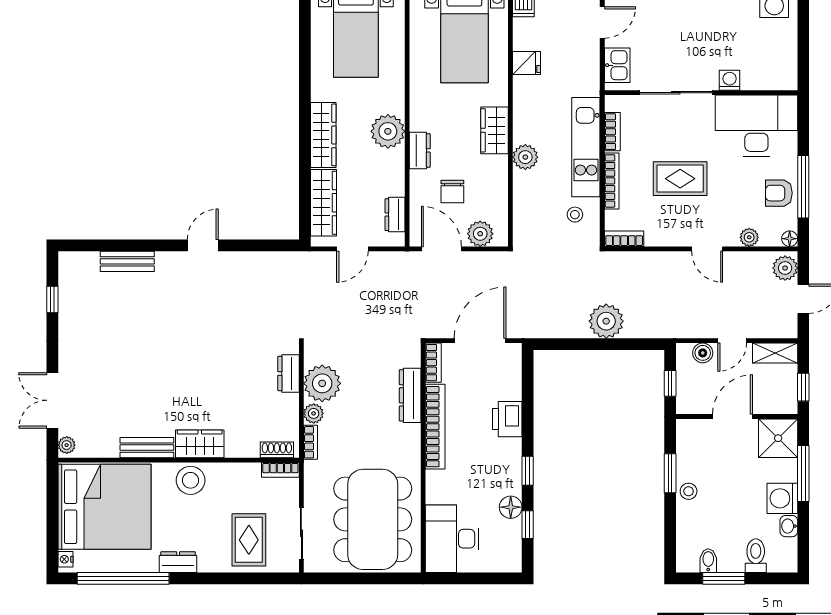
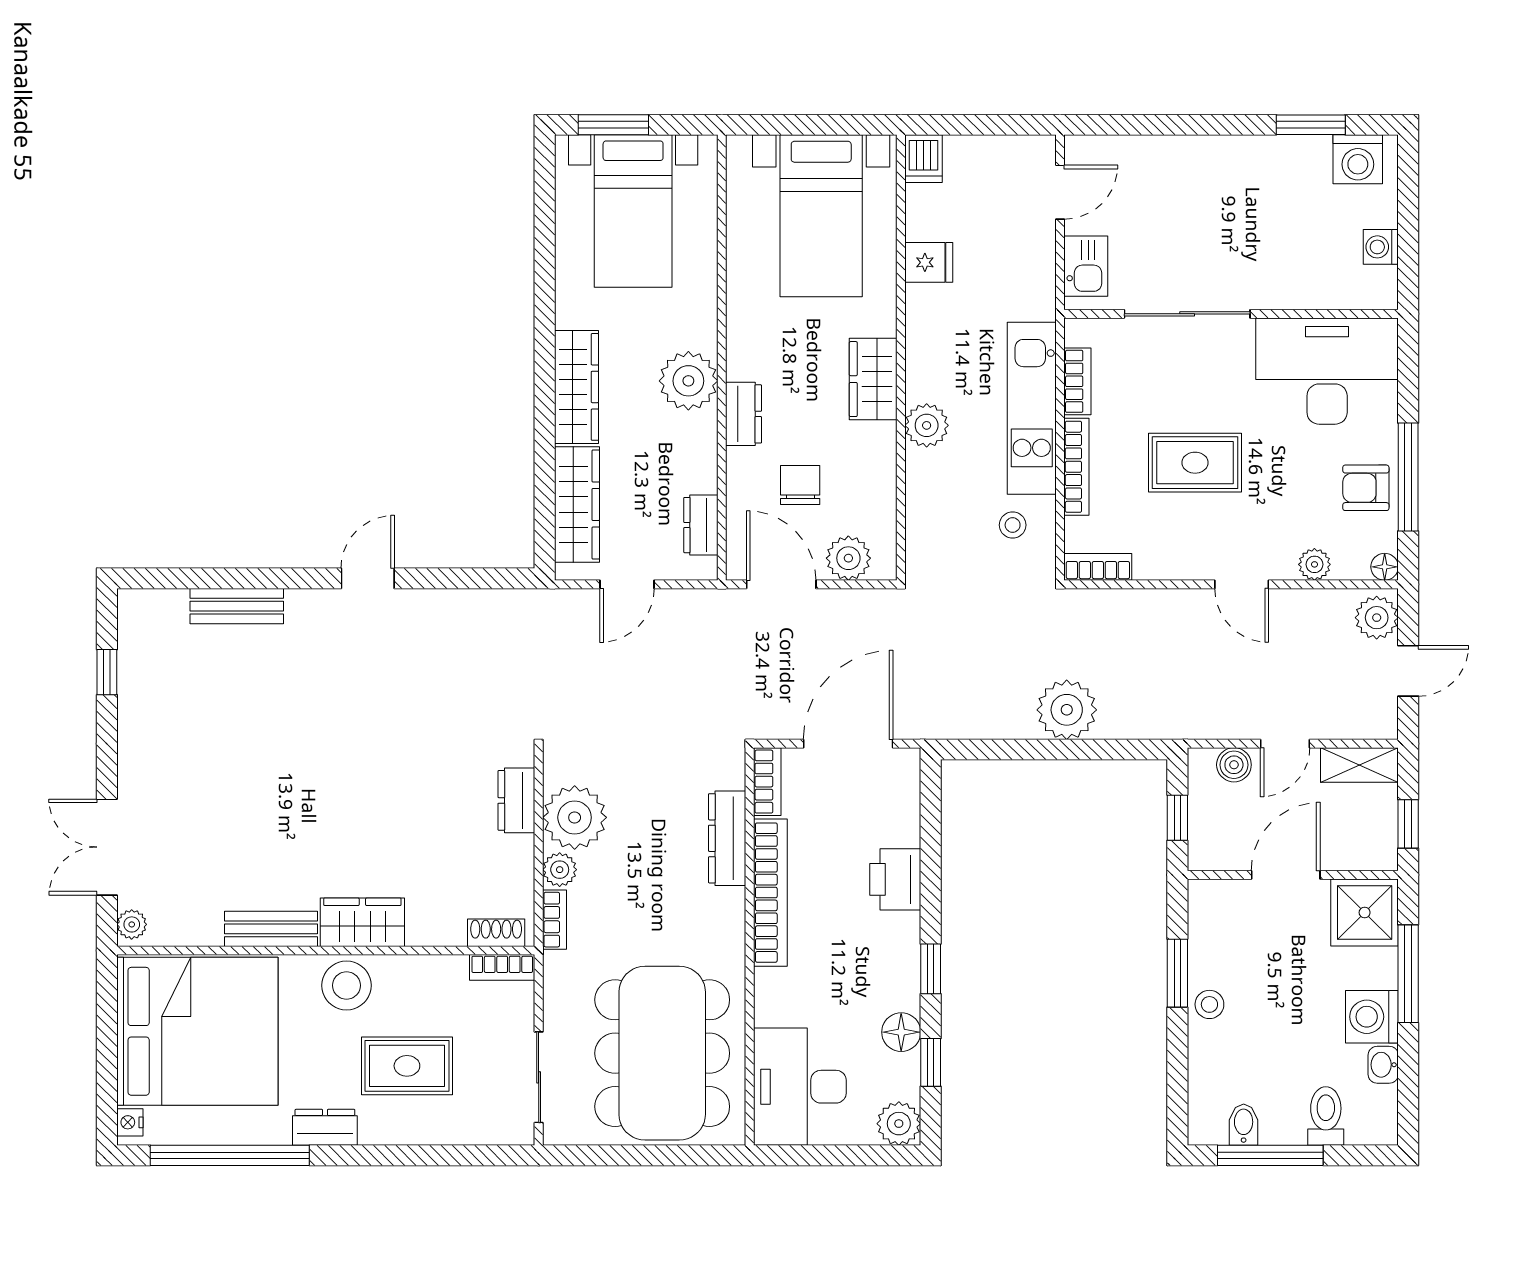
washing machine: (730, 80) -> (1381, 247), moved, turned -90
chair: (452, 191) -> (800, 485), turned 180
rug: (249, 540) -> (407, 1066), moved, turned 90
plant: (509, 560) -> (899, 1124), added
window: (724, 578) -> (1270, 1155), width x1.44

